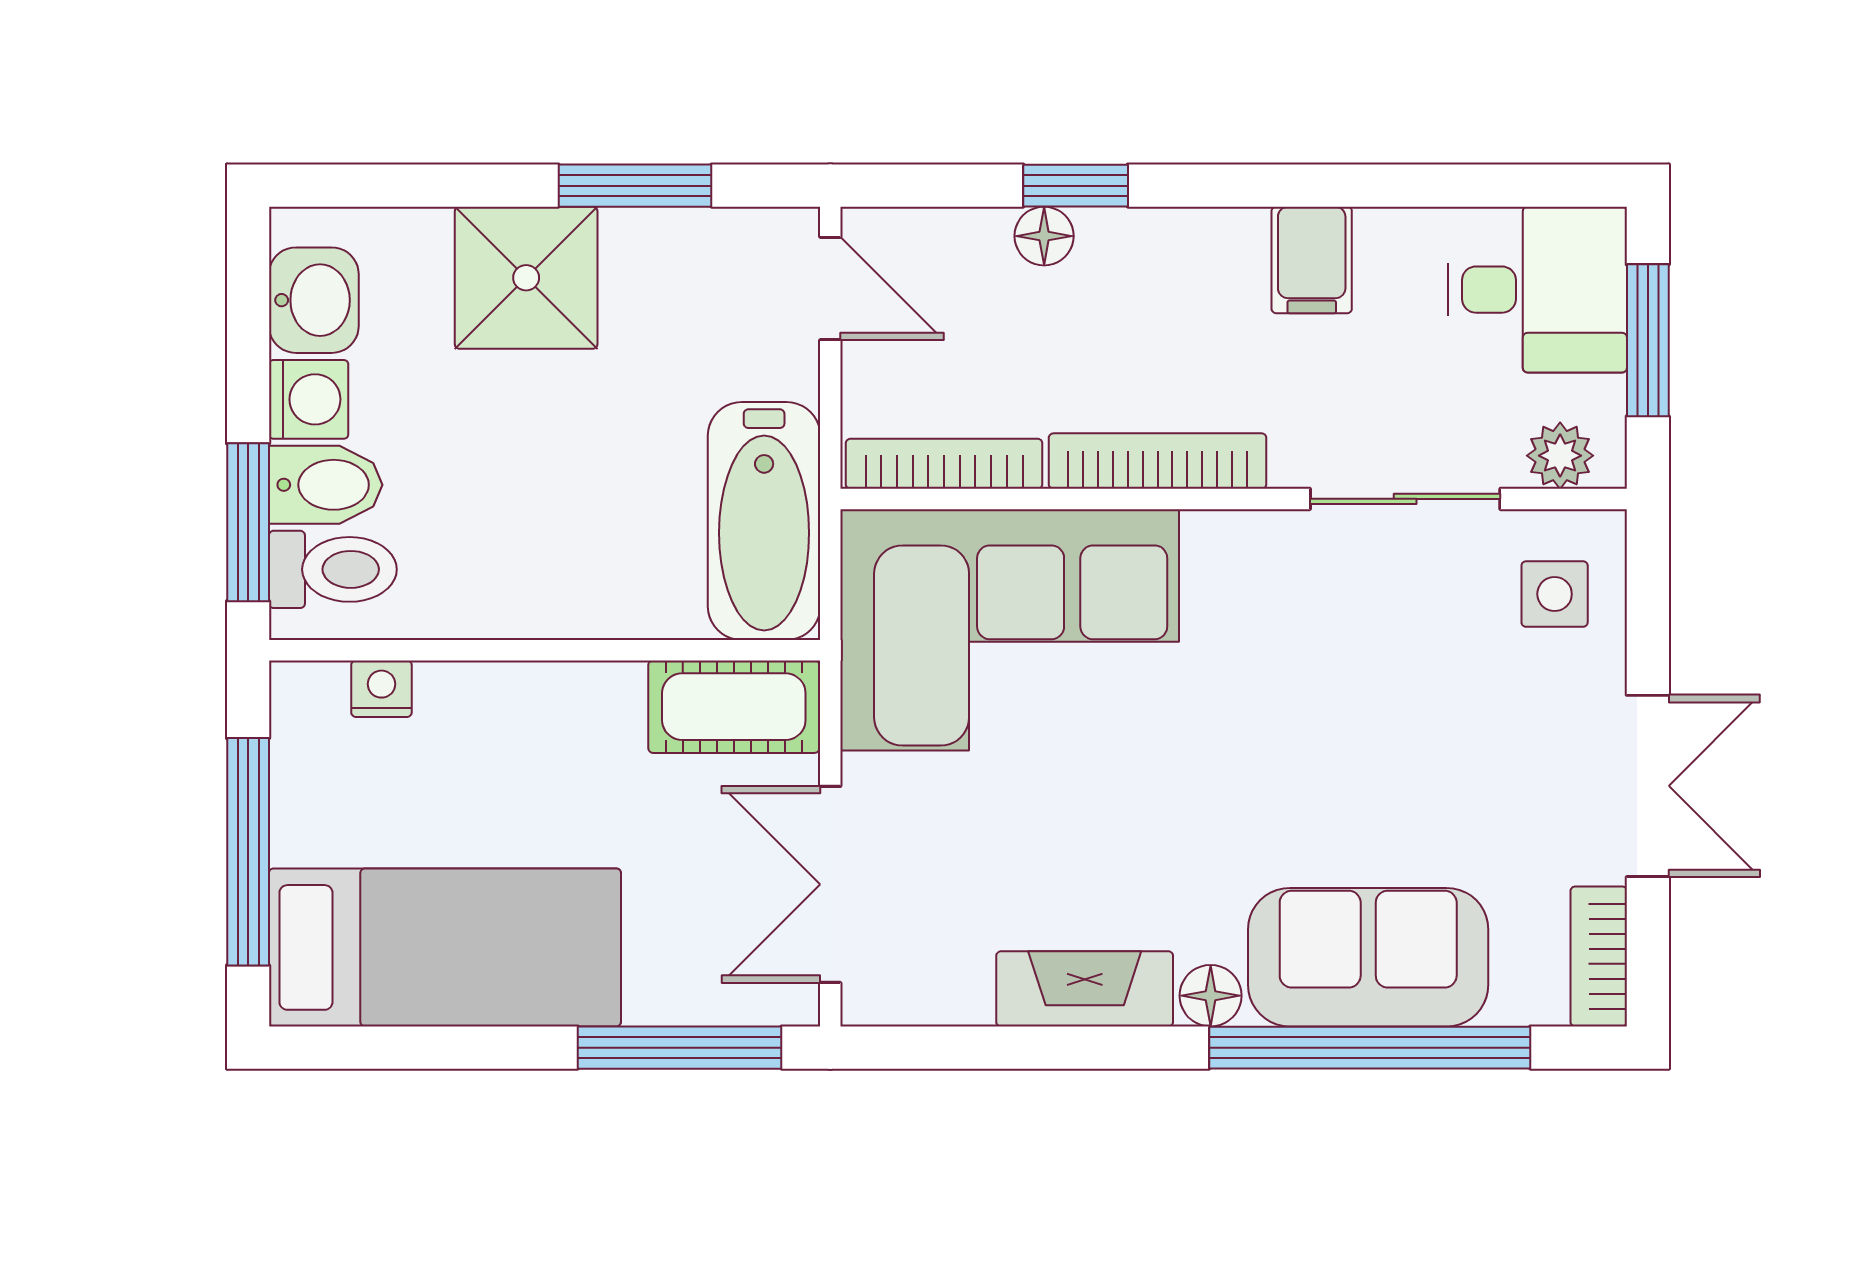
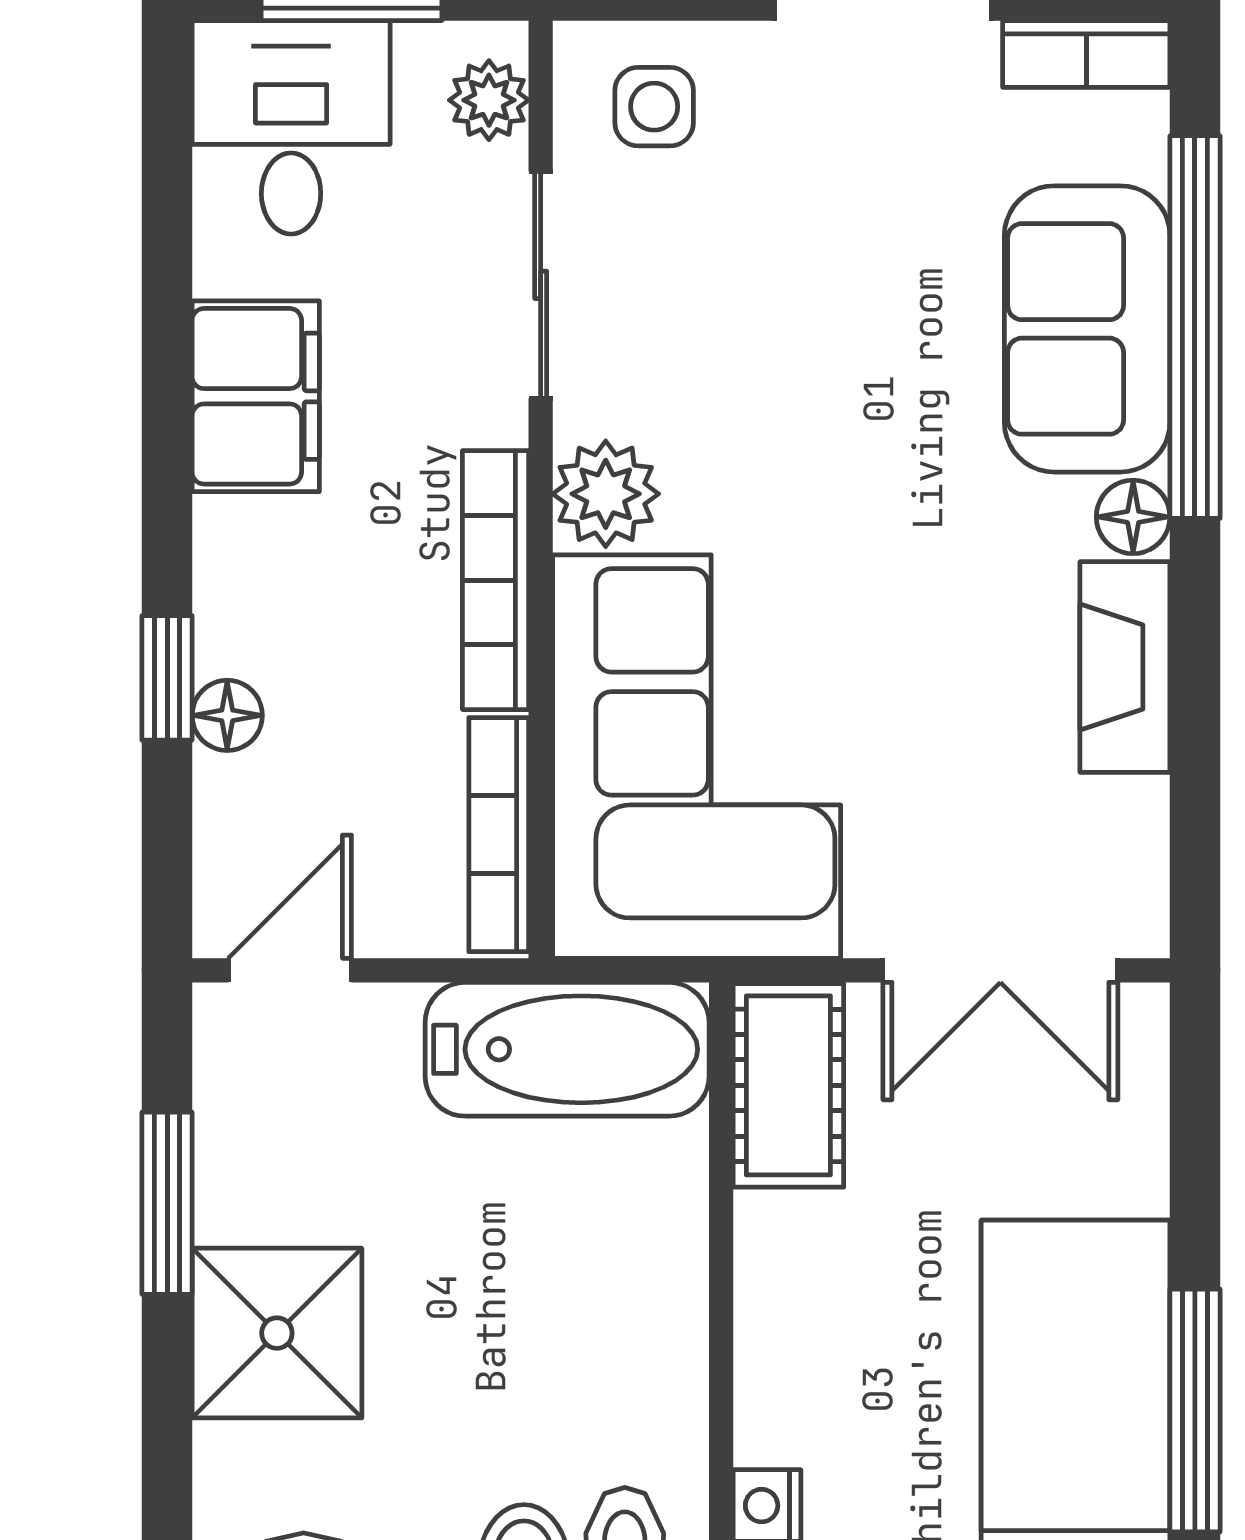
filing cabinet: (1312, 260) -> (256, 396), width x2.00
plant: (1230, 553) -> (606, 494), added
window: (680, 1048) -> (1195, 1411), moved

